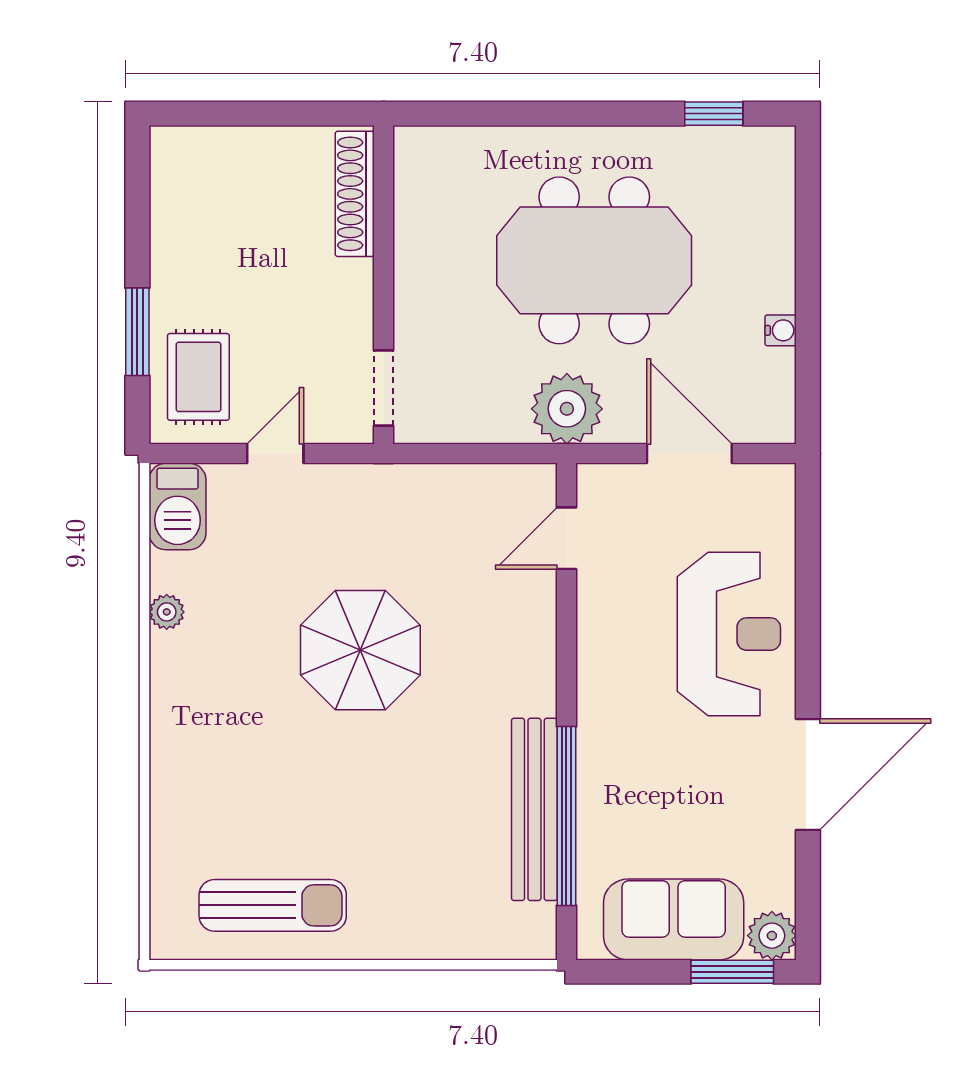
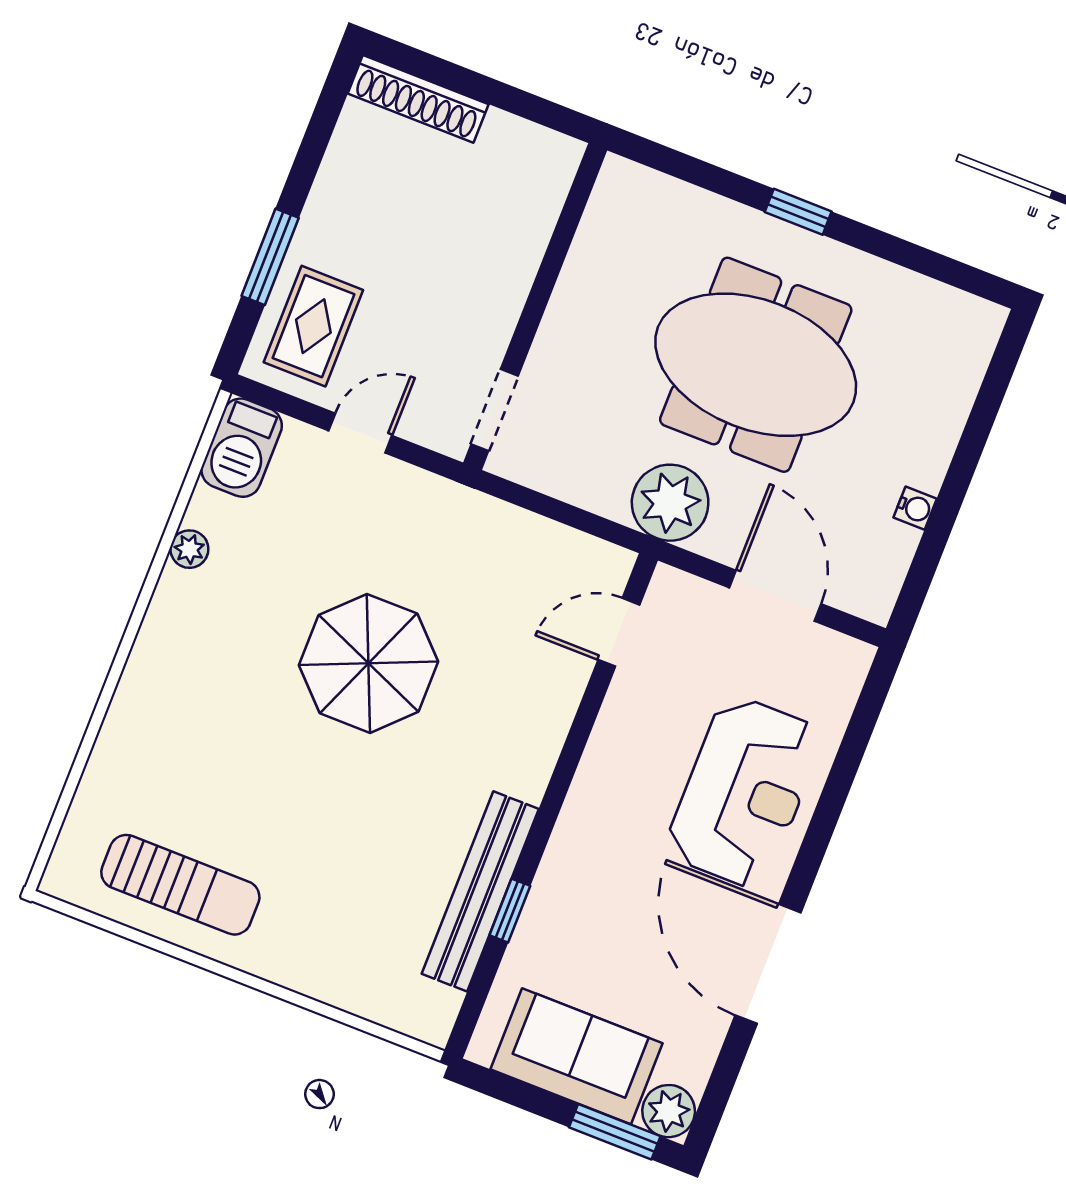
window: (714, 114) -> (798, 212), moved
shoe rack: (355, 194) -> (418, 99), moved, turned -90
door: (808, 775) -> (768, 964), swing flipped
window: (566, 816) -> (510, 911), width x0.32

